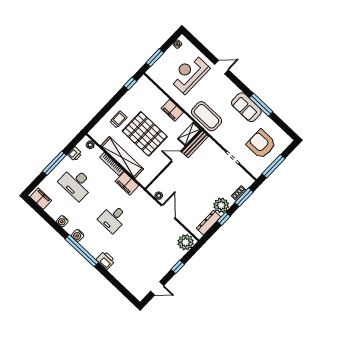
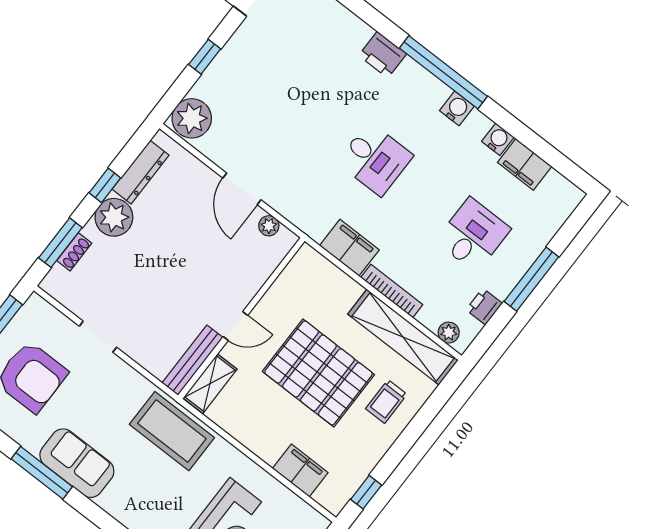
filing cabinet: (172, 110) -> (300, 471), moved
shelving: (122, 157) -> (403, 337), moved
desk: (76, 183) -> (473, 235), width x0.73
filing cabinet: (41, 199) -> (525, 164), moved
desk: (113, 218) -> (375, 159), turned 90

